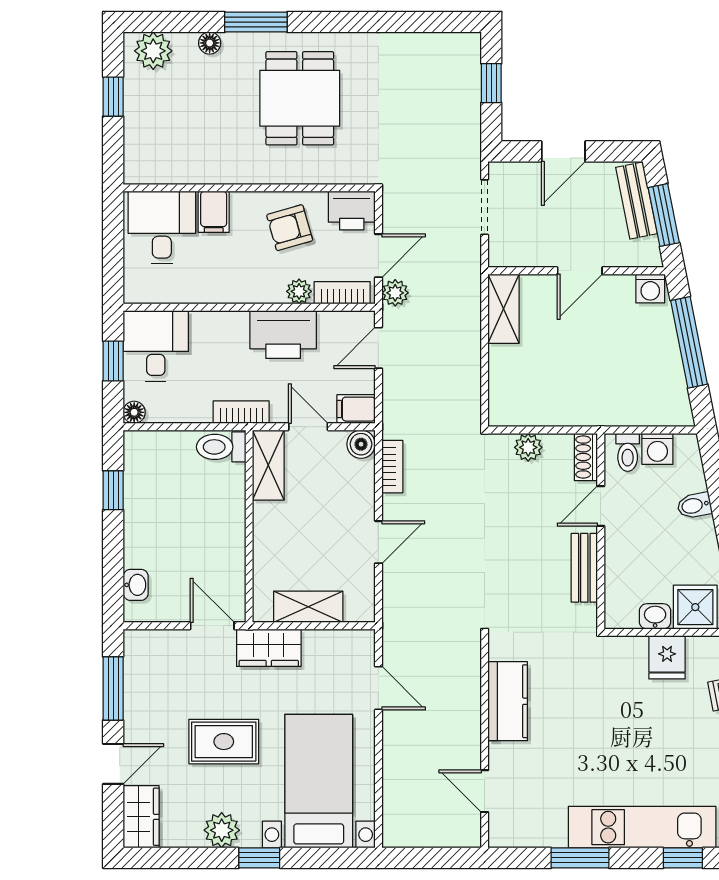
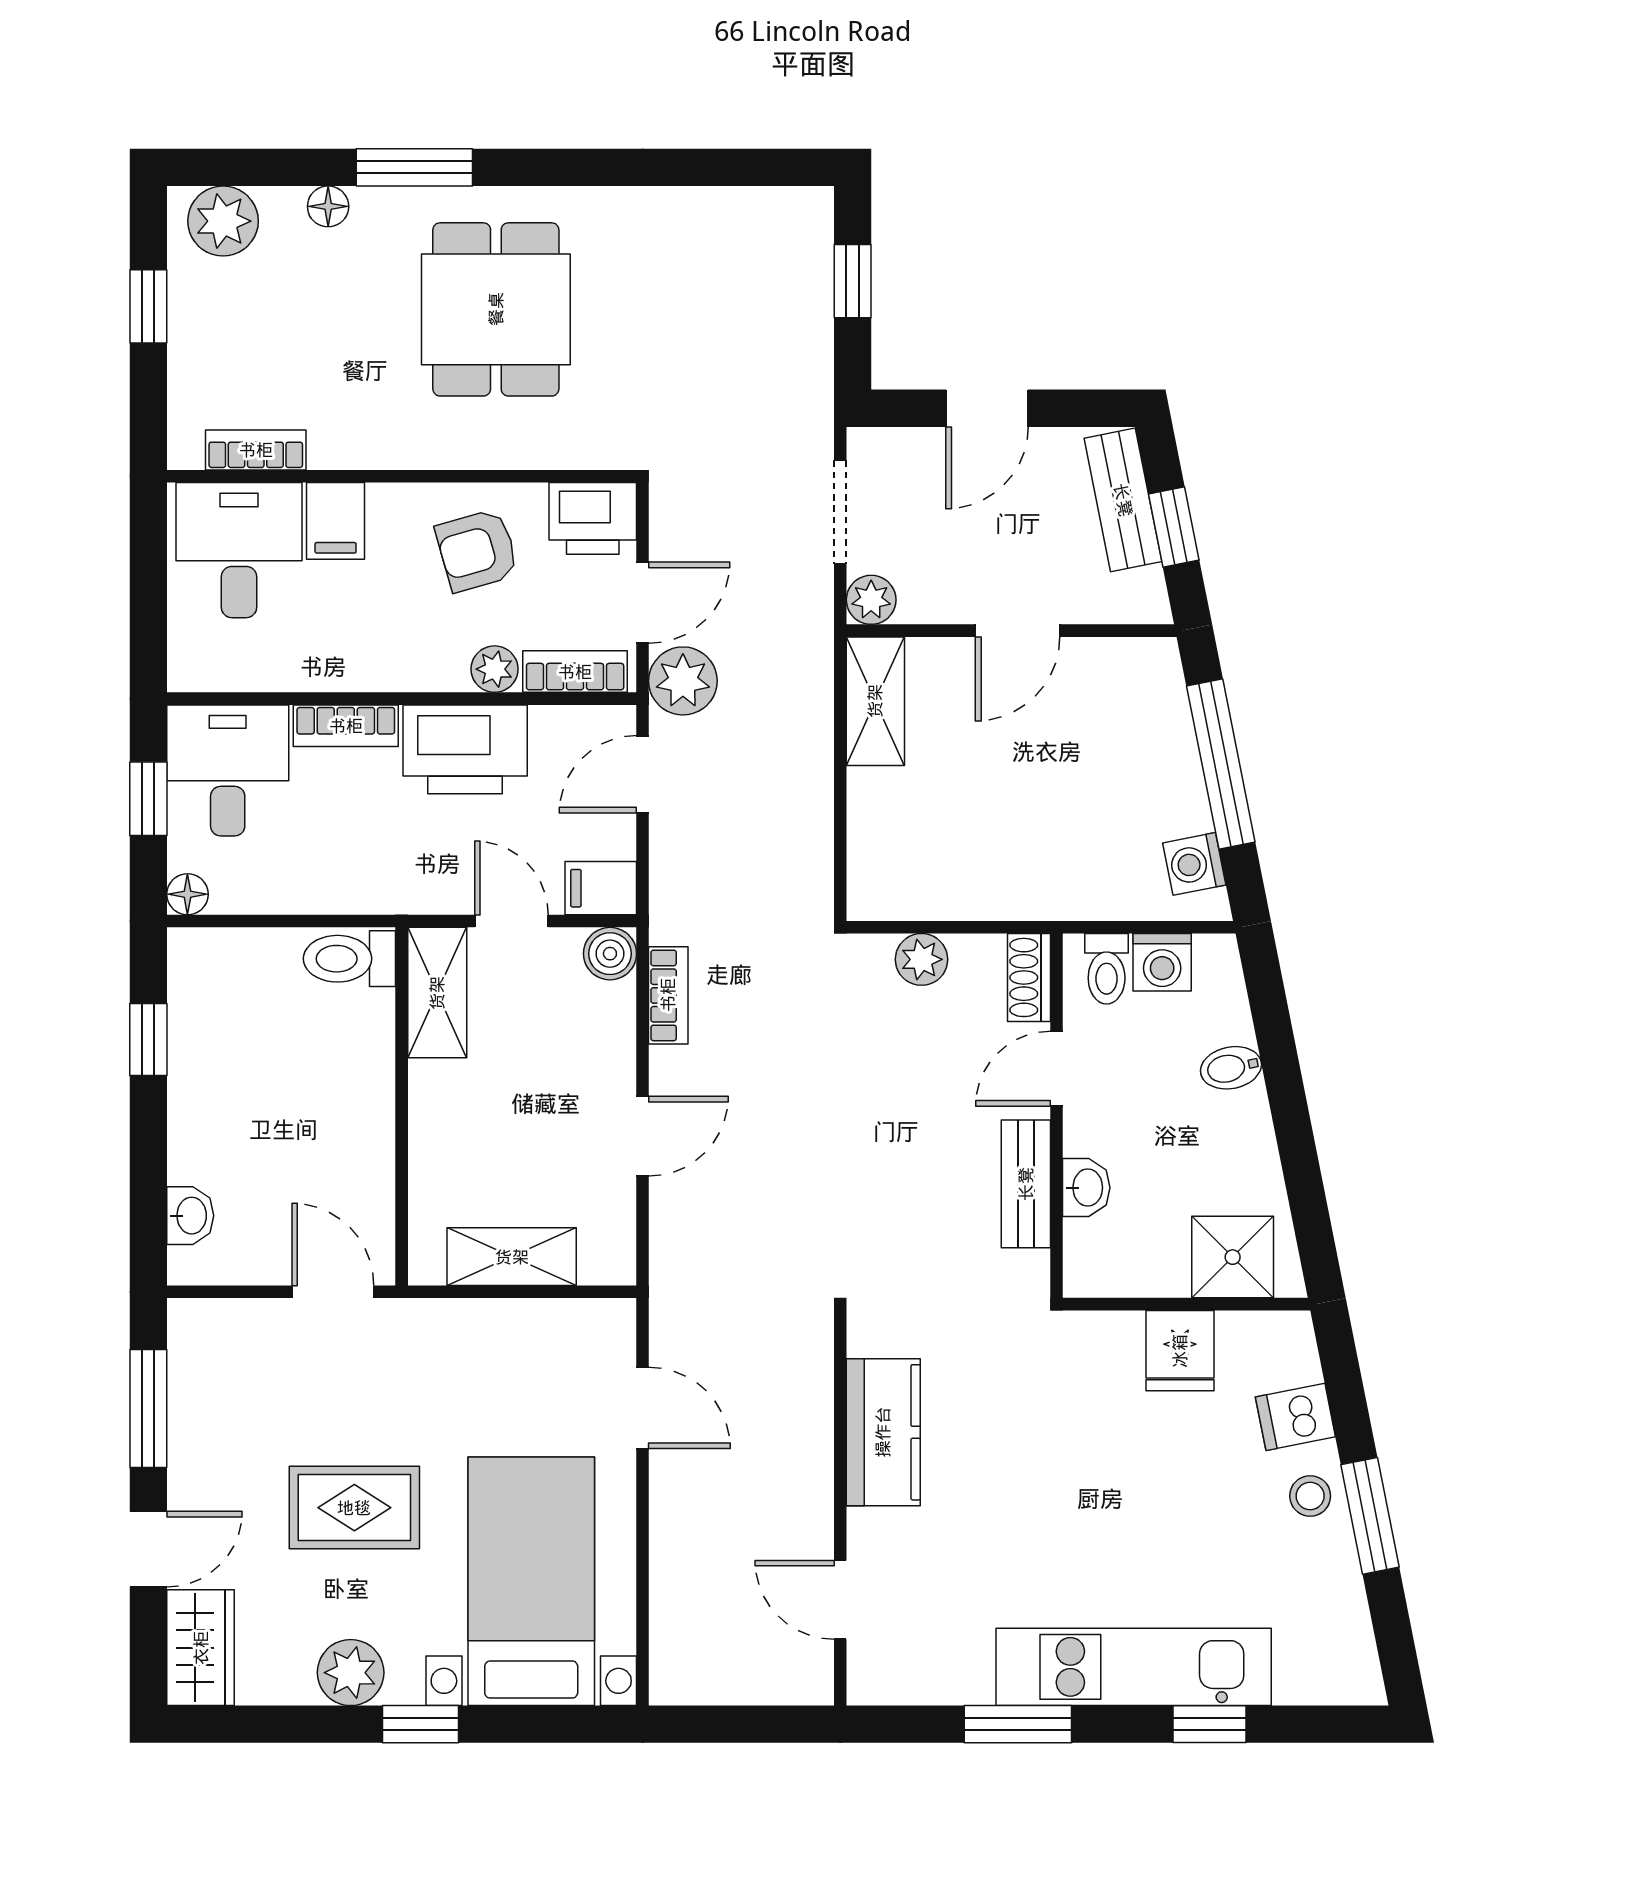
bookcase: (171, 174) -> (256, 450), added
window: (664, 215) -> (1174, 527), width x0.67
plant: (501, 254) -> (871, 600), added
washing machine: (650, 289) -> (1194, 864), moved, turned 79
plant: (395, 293) -> (683, 681), width x1.38, depth x1.38
bookcase: (241, 412) -> (346, 726), moved, turned 180
washbasin: (655, 616) -> (1086, 1188), moved, turned 90
wardrobe: (269, 648) -> (438, 1333), removed

